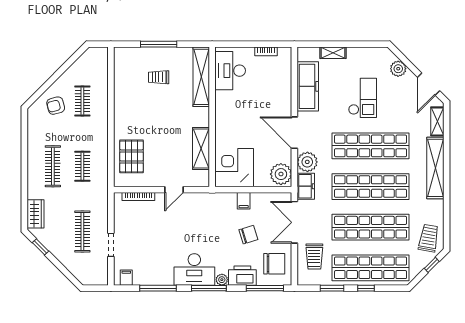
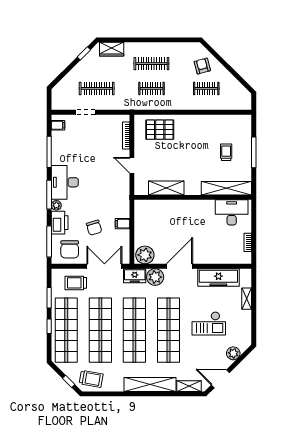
corner desk: (234, 168) -> (150, 216), removed

